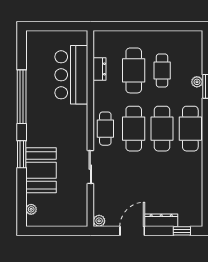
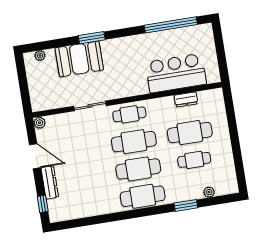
plant: (197, 82) -> (209, 192), moved
window: (22, 97) -> (171, 25), moved

